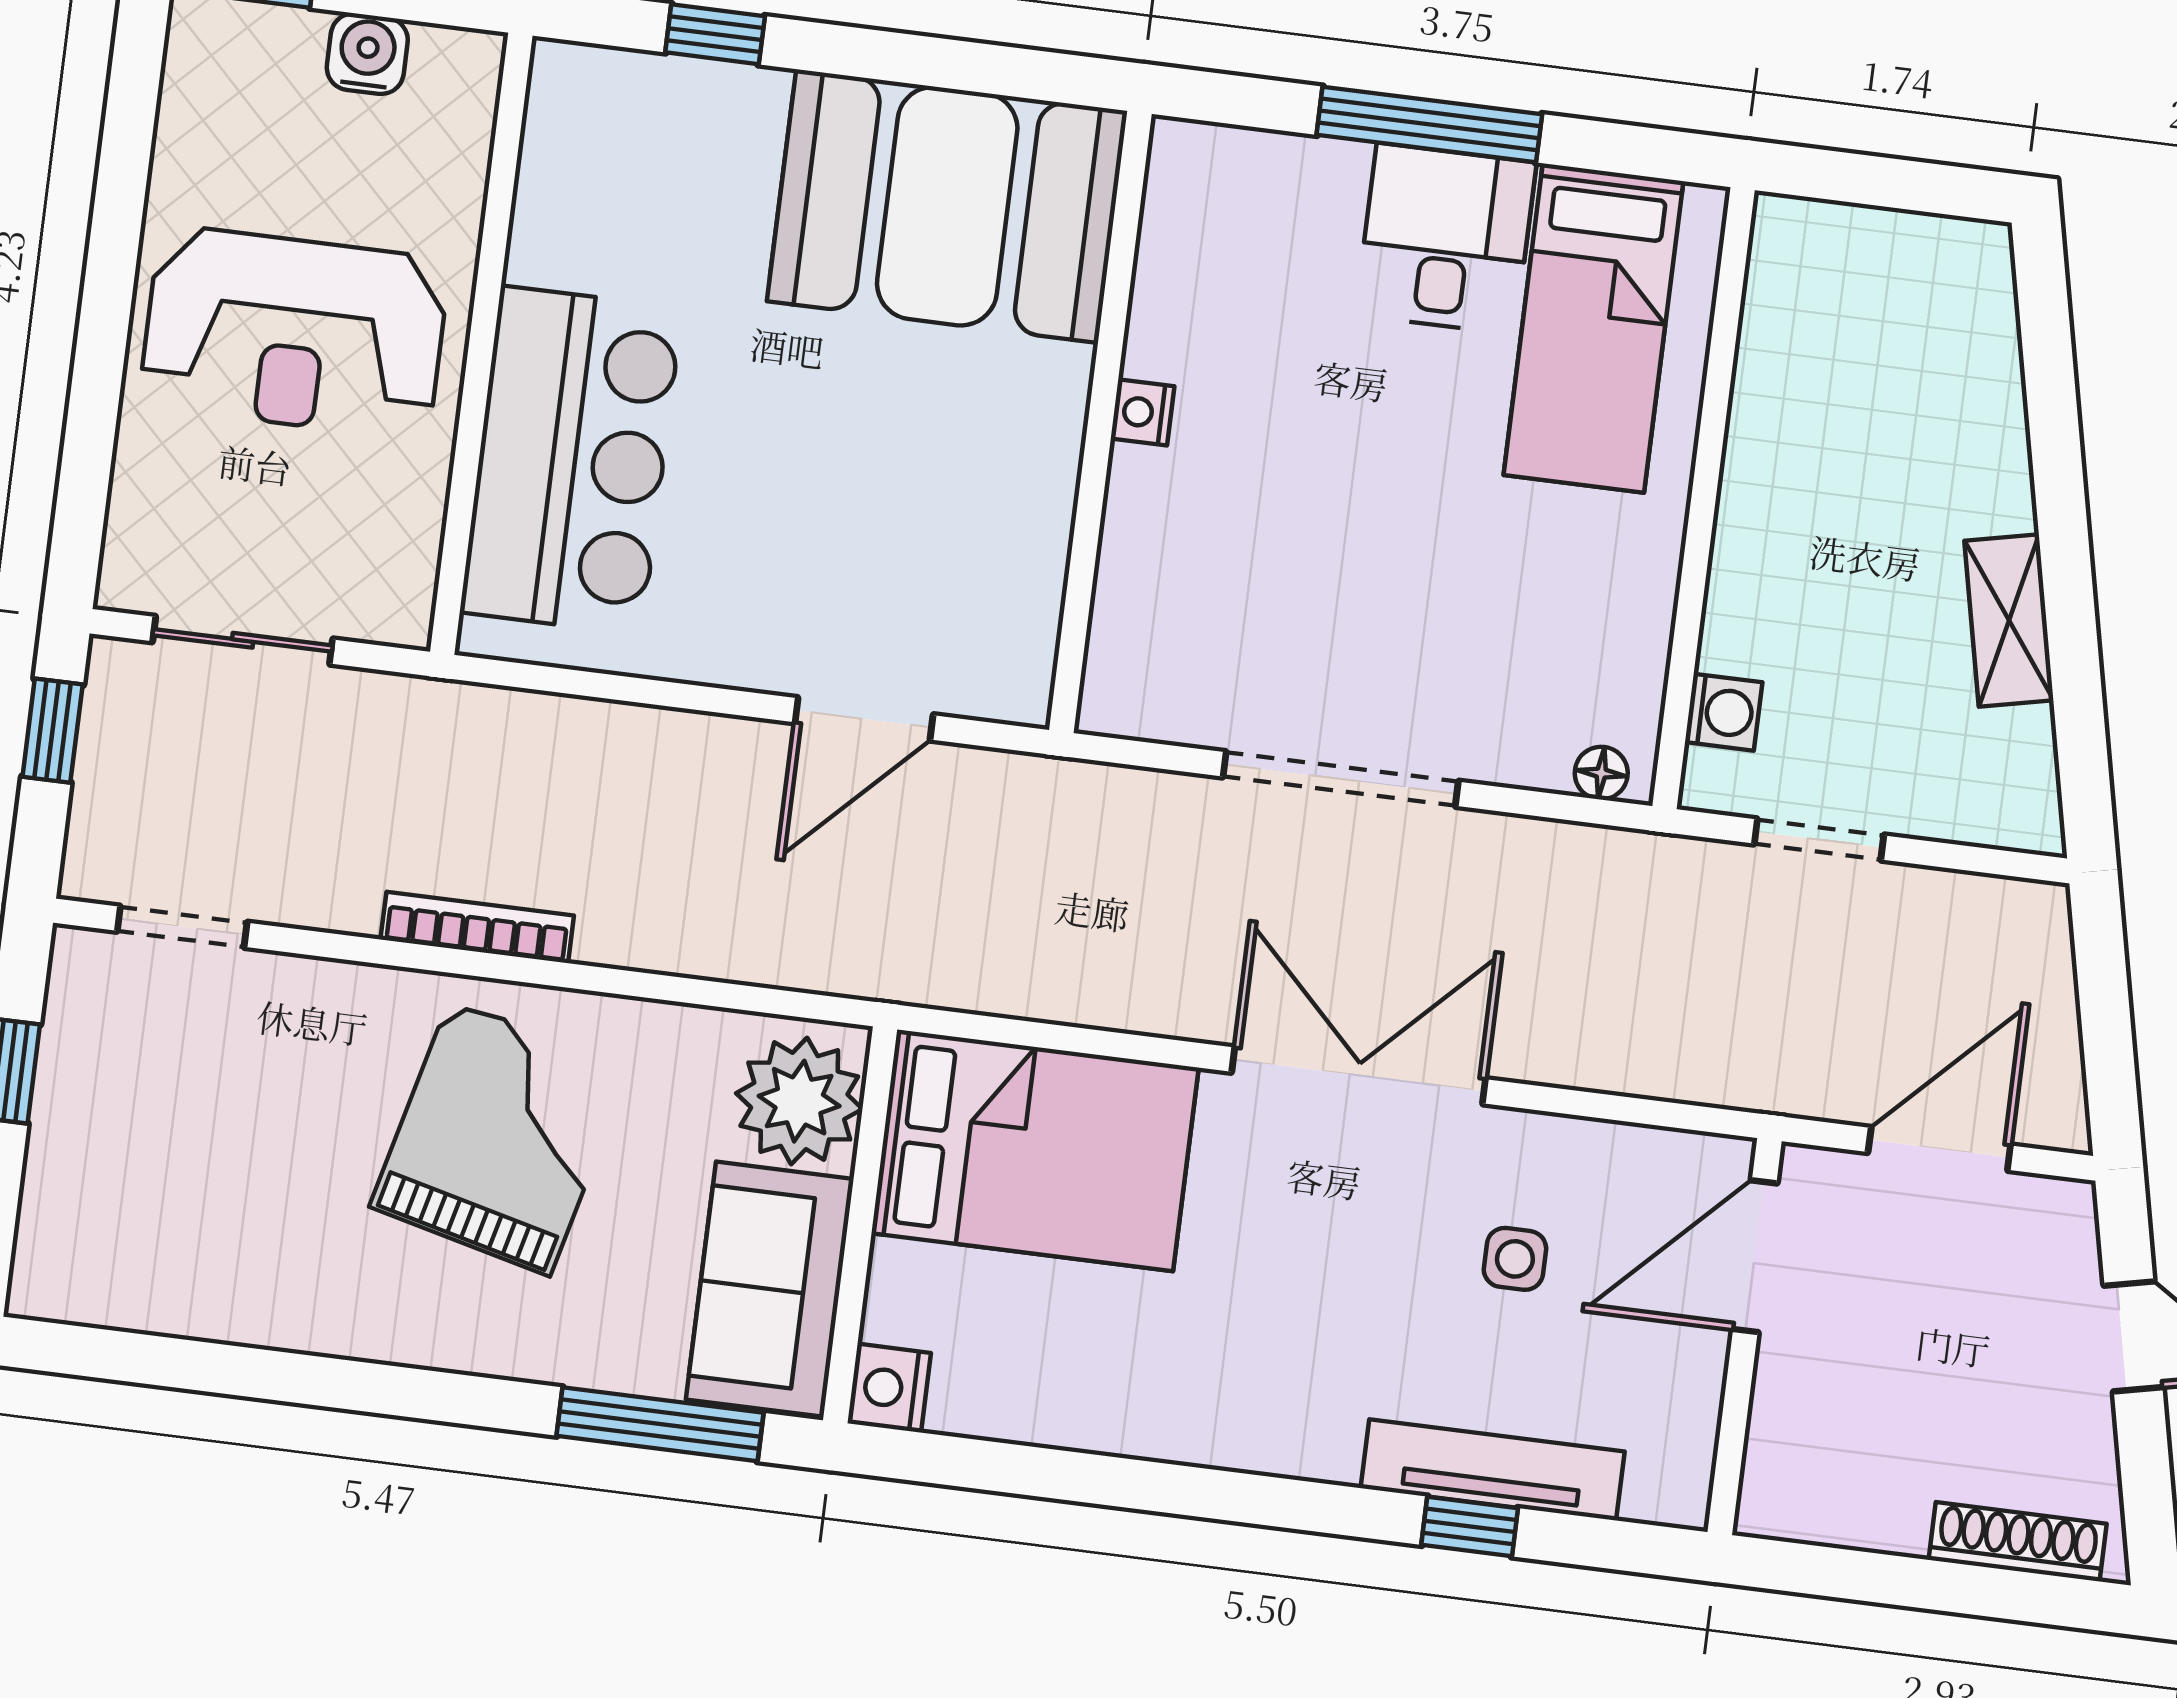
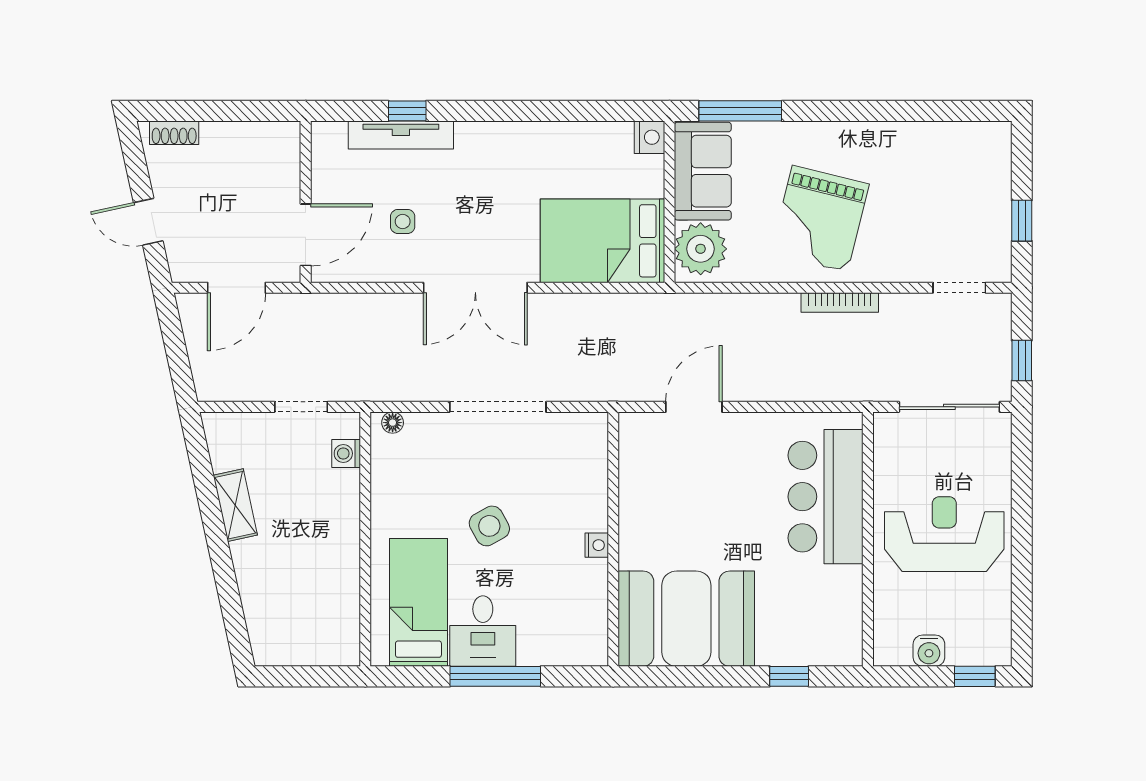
side table: (1398, 492) -> (489, 526), added
sliding door: (243, 640) -> (949, 407), width x1.37
shoe rack: (2018, 1542) -> (174, 133), width x0.70

